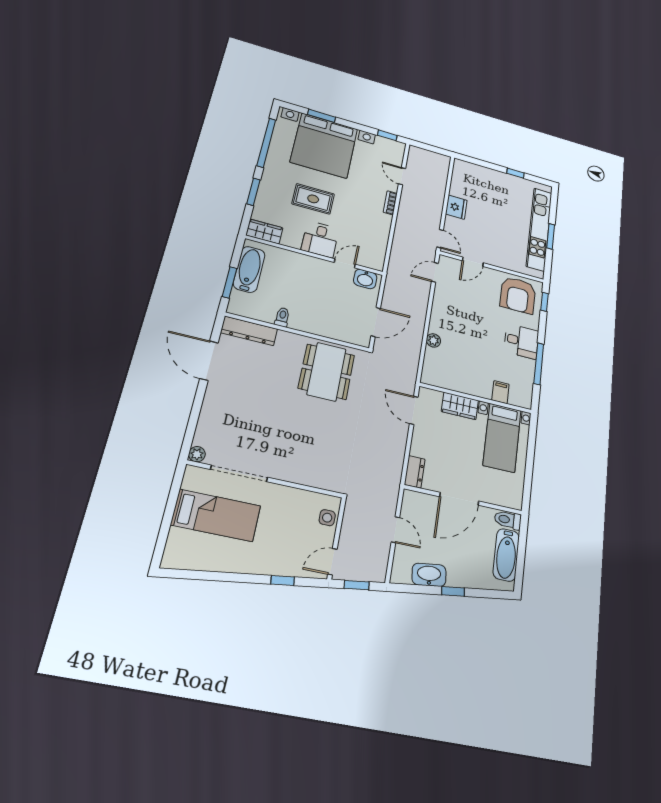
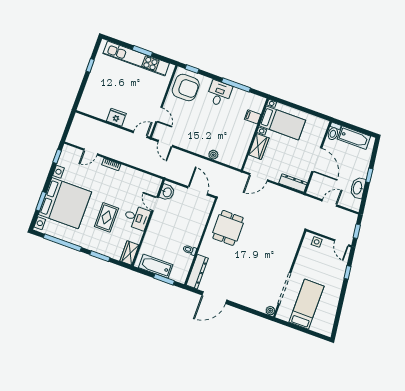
dining table: (327, 372) -> (228, 228), width x0.73
dresser: (415, 472) -> (293, 183), width x1.44

